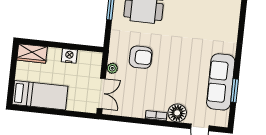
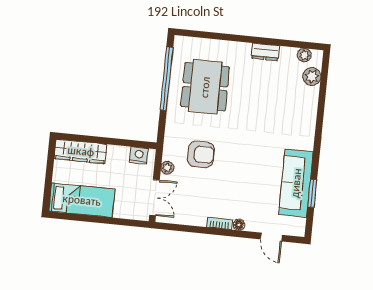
wardrobe: (32, 53) -> (81, 151), width x1.50
nightstand: (69, 56) -> (139, 156), moved
floor lamp: (177, 113) -> (239, 225), width x0.53, depth x0.53

